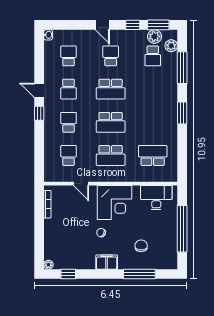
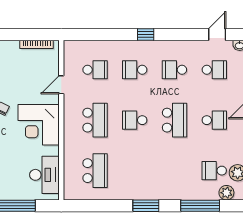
school desk: (111, 89) -> (174, 120), turned 180
door: (39, 90) -> (217, 35), moved
school desk: (69, 122) -> (135, 70), turned 180
school desk: (111, 122) -> (135, 120), width x0.54
school desk: (111, 155) -> (95, 120), turned 180

